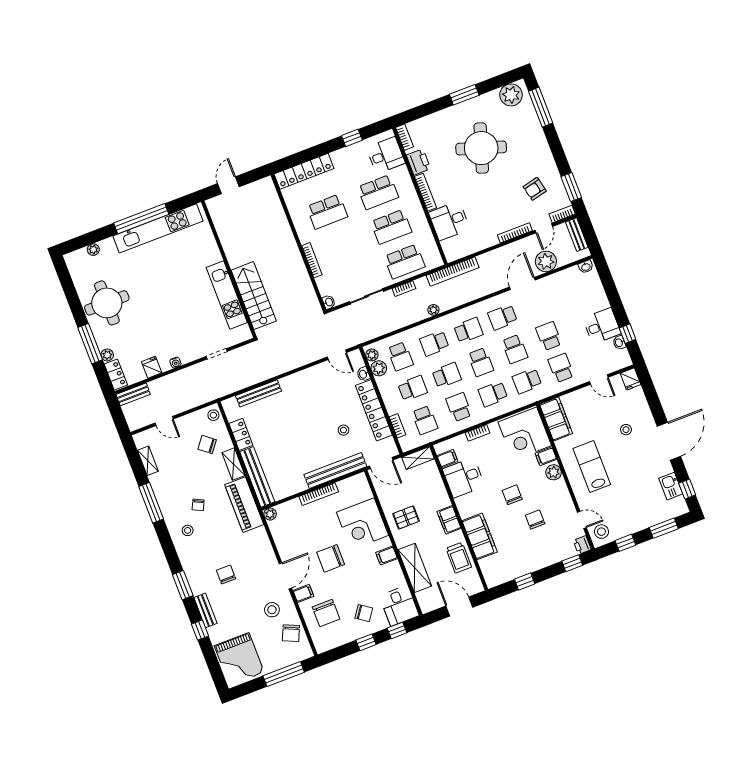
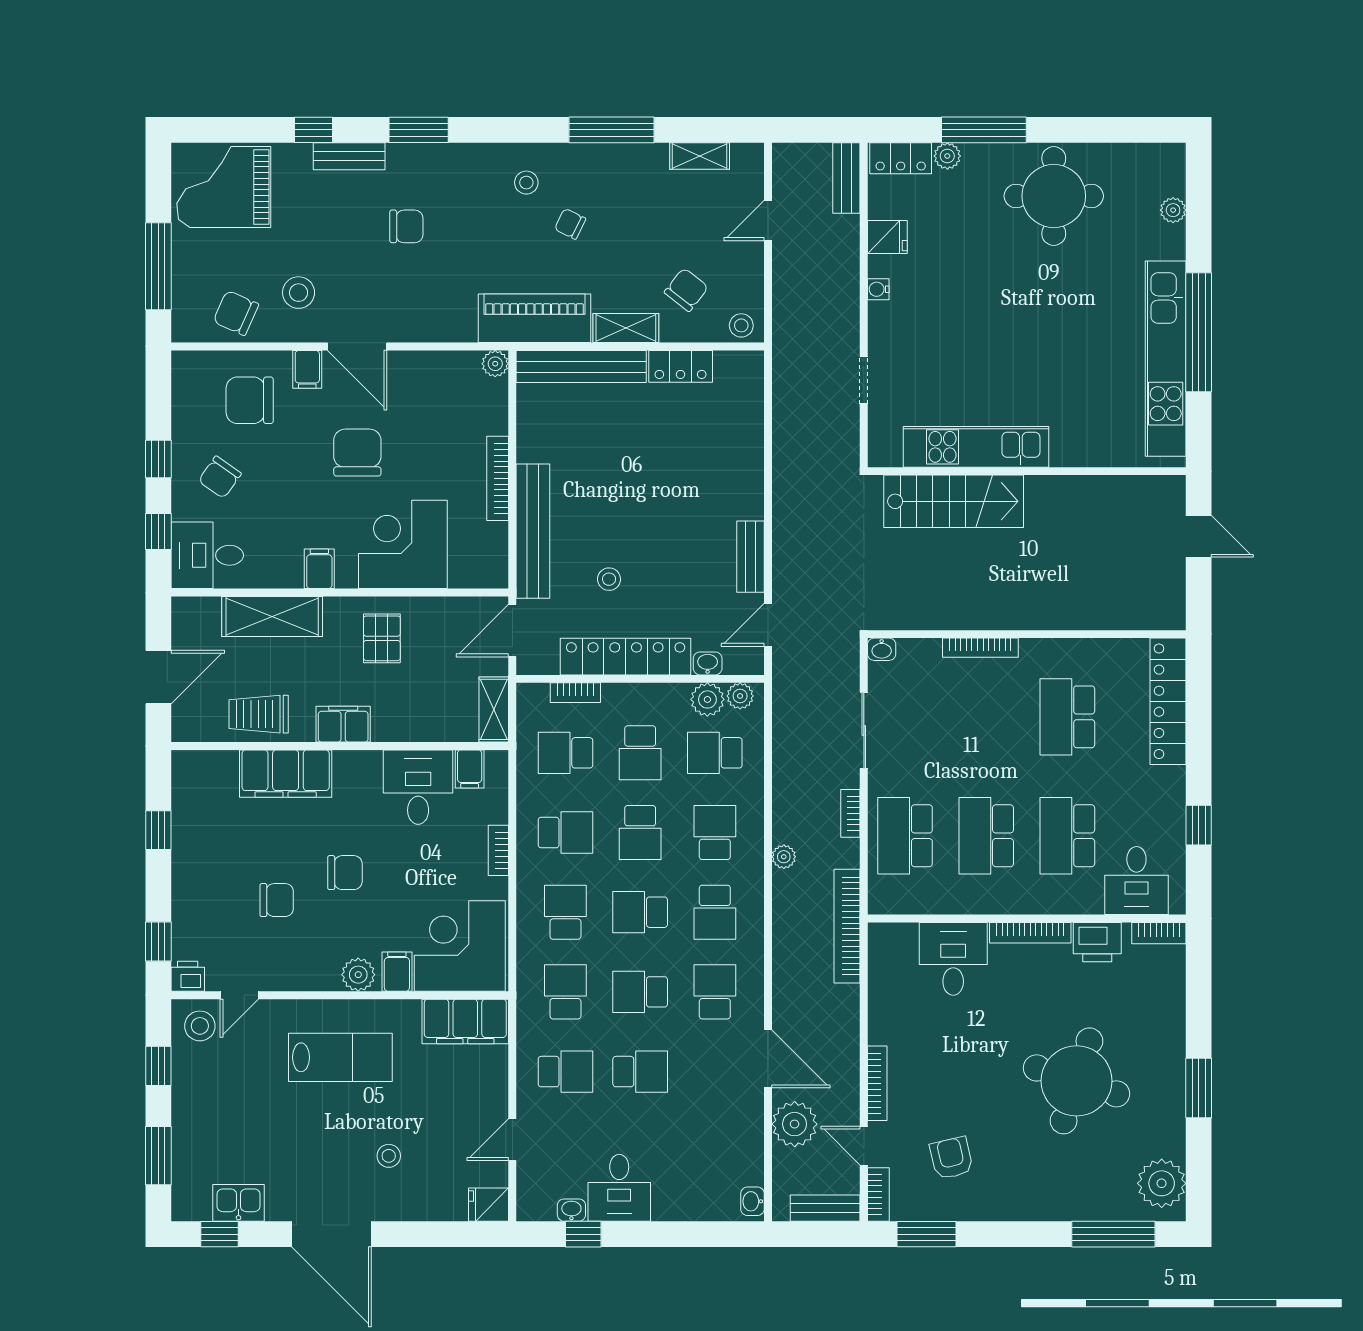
bench: (258, 393) -> (750, 557), moved, width x0.73

